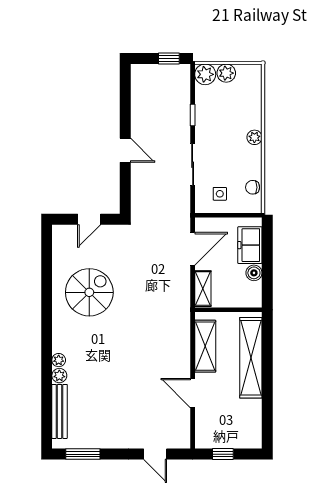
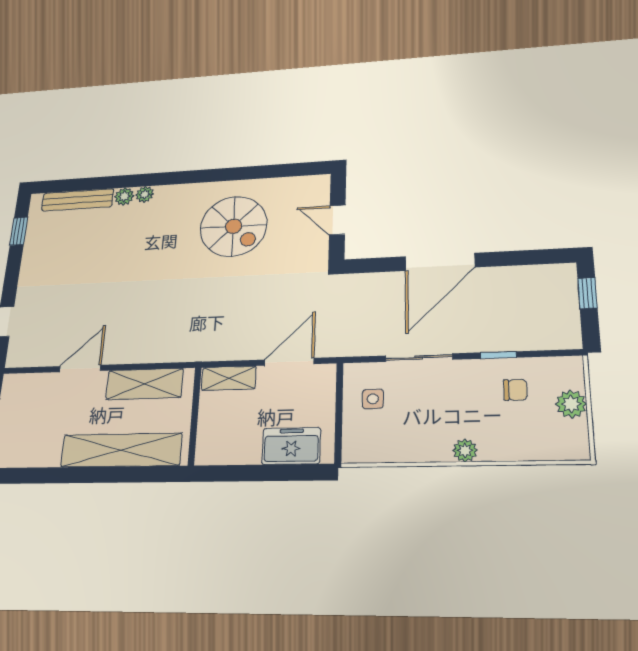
window: (169, 59) -> (587, 293), moved
plant: (205, 74) -> (567, 372), removed
door: (125, 150) -> (440, 262), width x1.88
chair: (253, 187) -> (515, 390), moved, turned 90
door: (193, 249) -> (289, 362), swing flipped
boiler: (254, 273) -> (248, 453), removed
window: (83, 454) -> (19, 231), width x0.67

